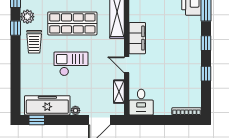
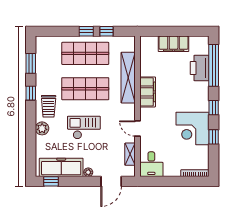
plant: (27, 17) -> (42, 128), moved
filing cabinet: (137, 38) -> (148, 92), moved
corner desk: (184, 65) -> (193, 129), added

